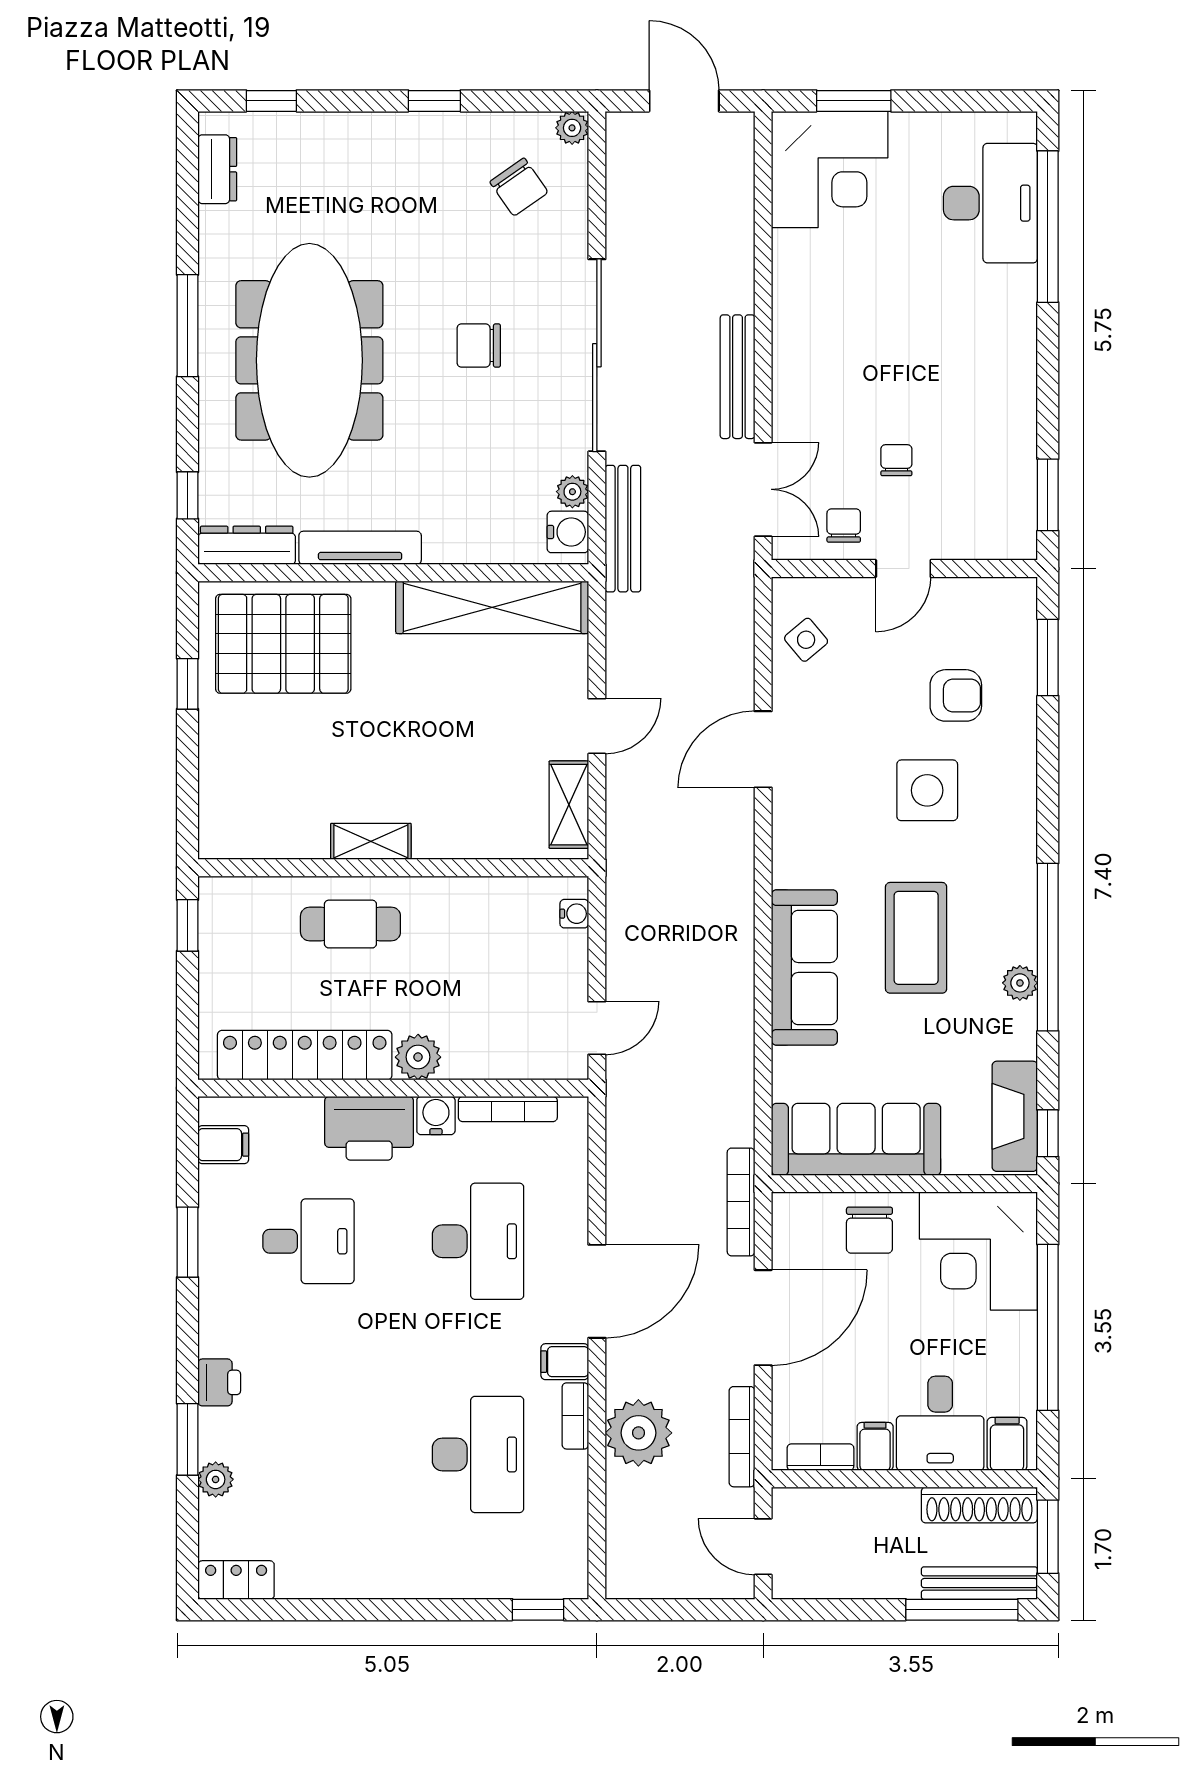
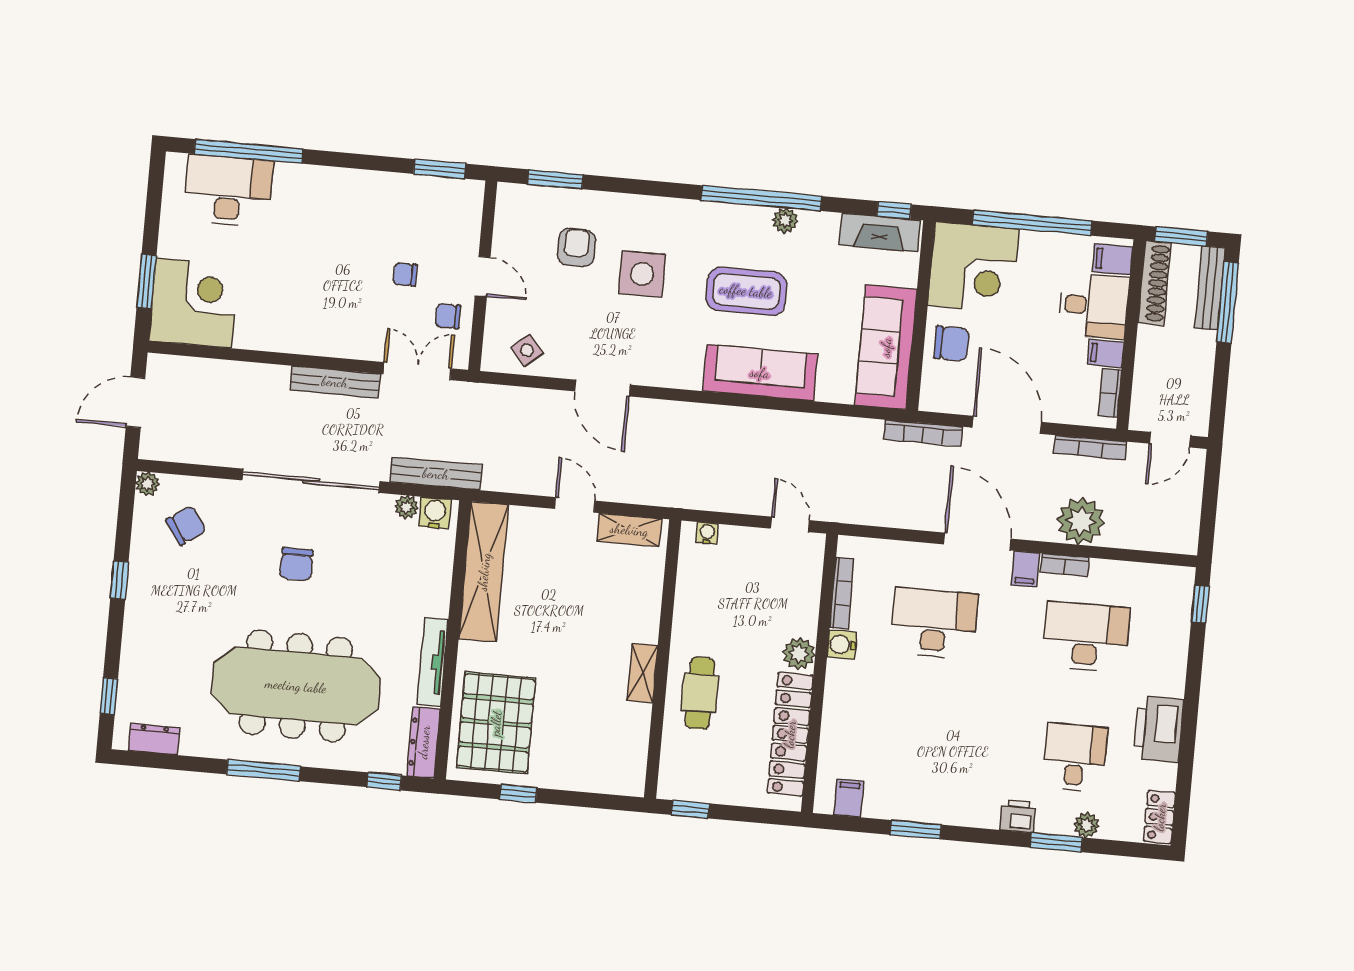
printer: (369, 1128) -> (1159, 729), moved, turned 180
desk: (308, 1241) -> (1075, 757), moved

